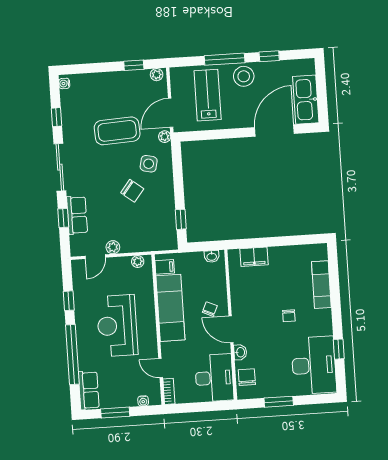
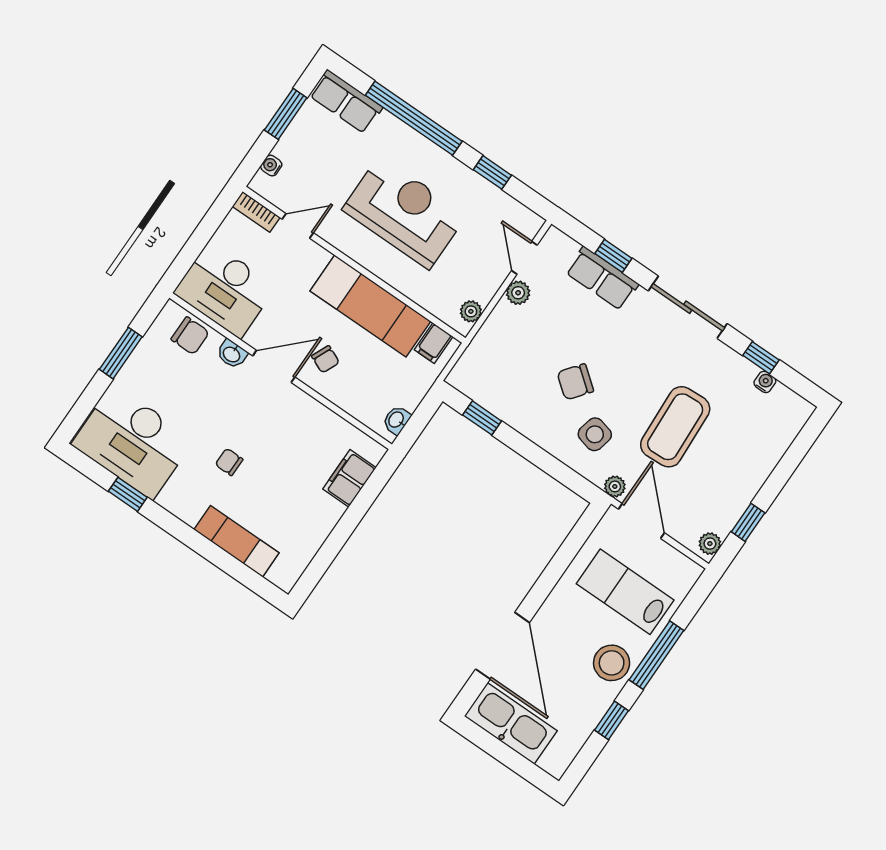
water cooler: (64, 83) -> (765, 382), moved
lab bench: (208, 95) -> (625, 592), turned 180

